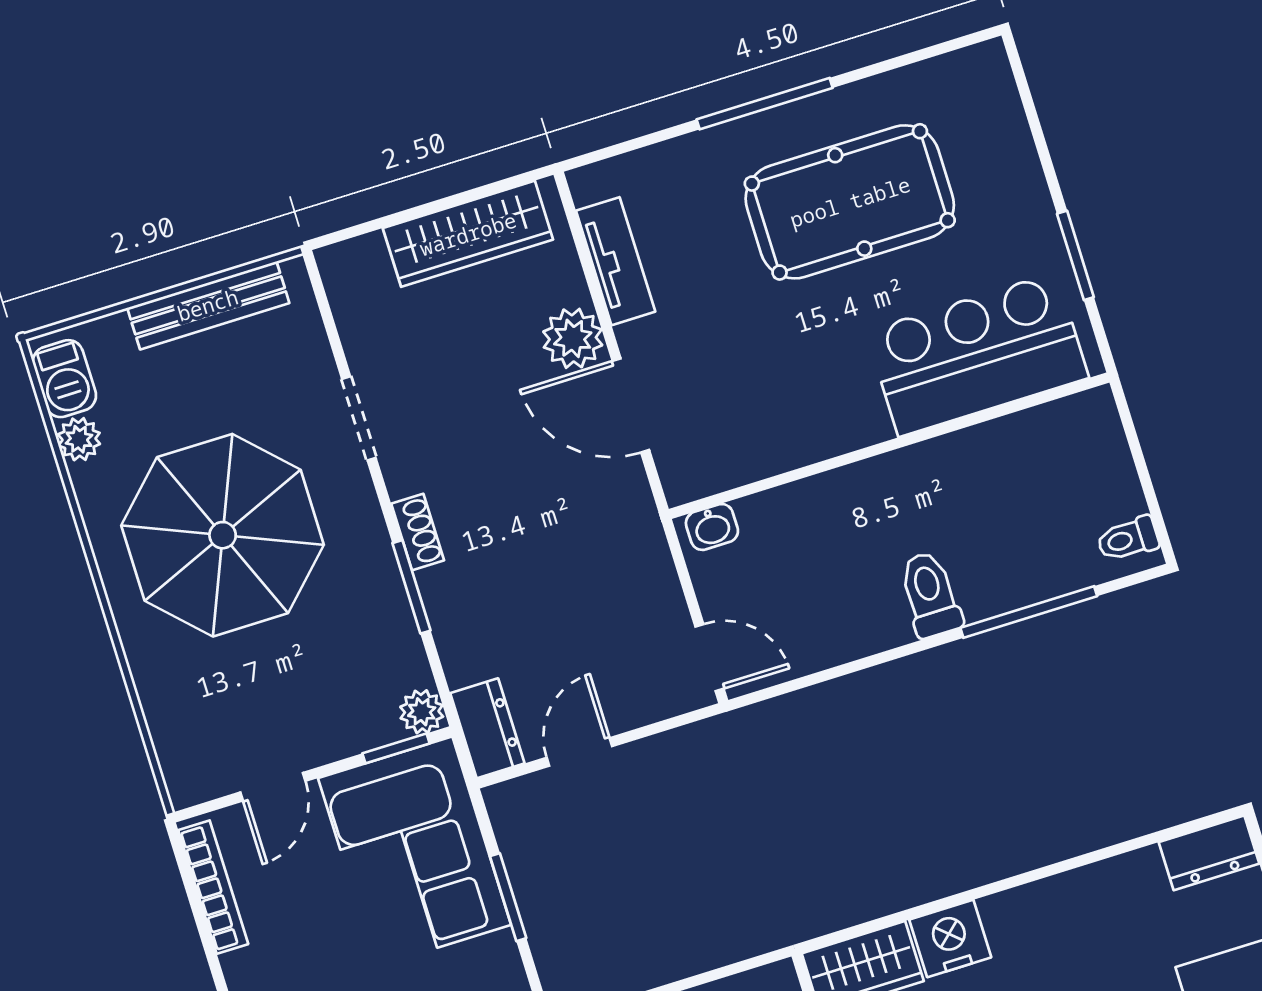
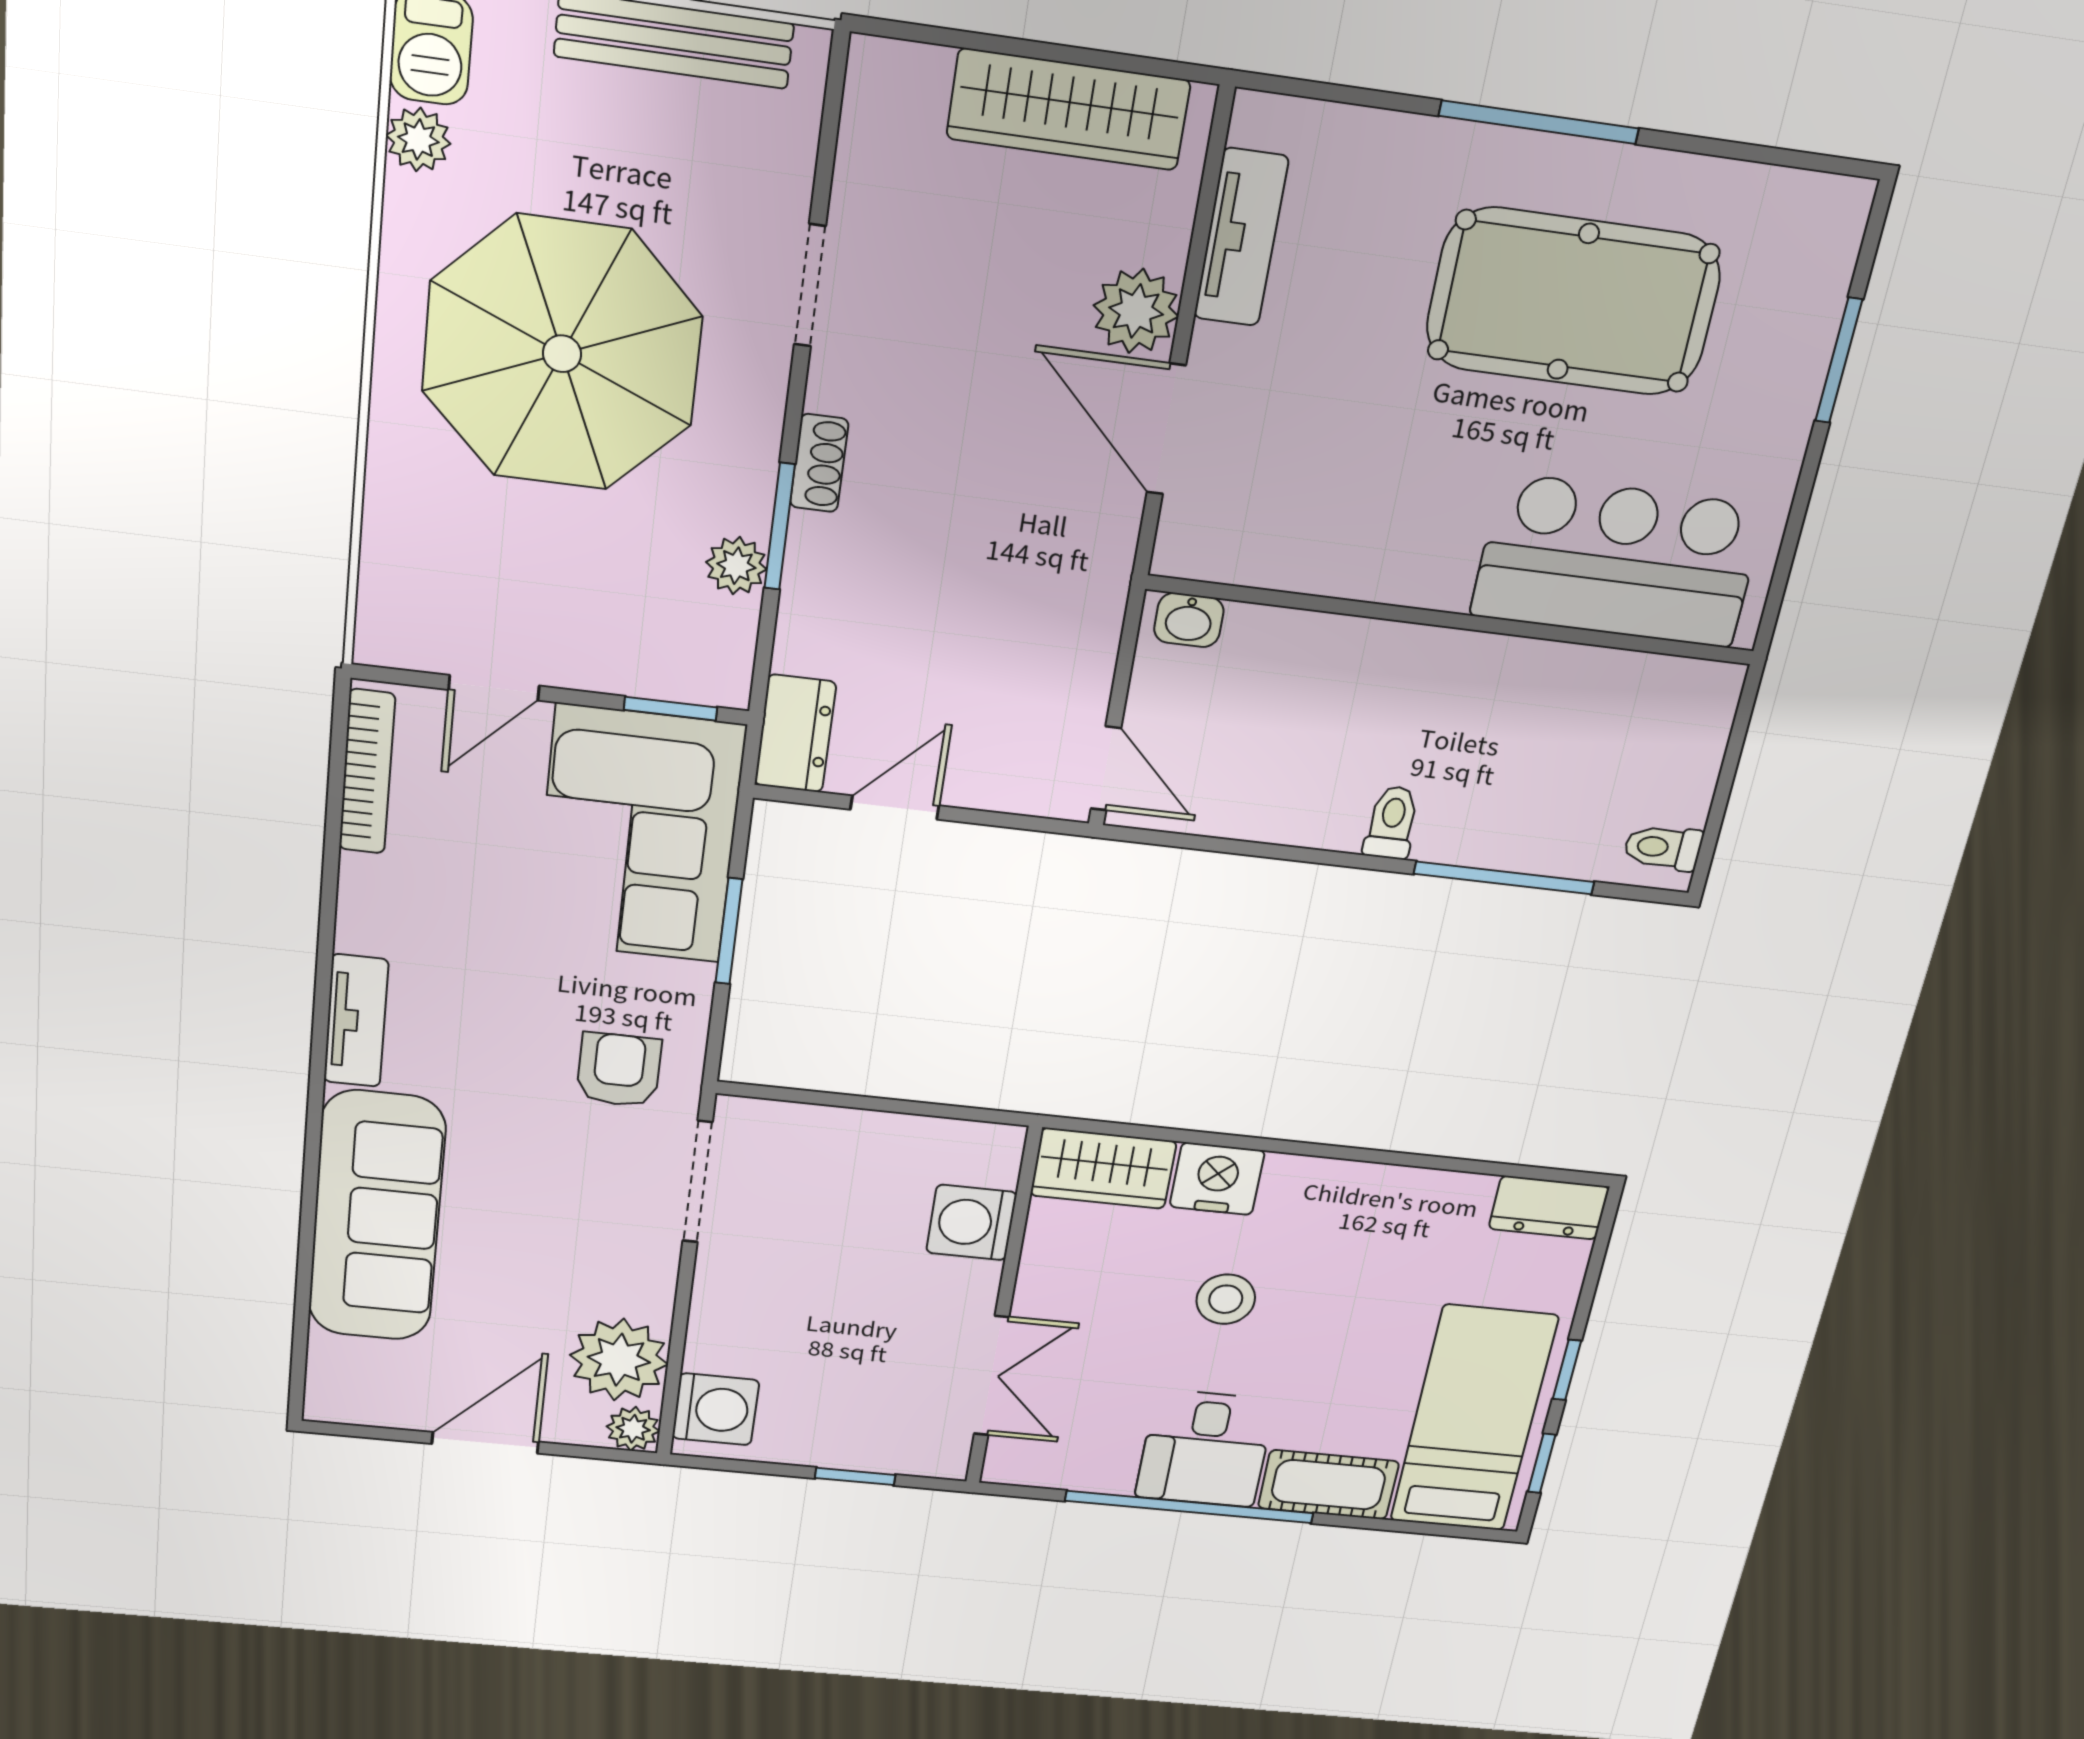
window: (1075, 255) -> (1839, 360), moved
toilet: (930, 594) -> (1392, 823), width x0.73, depth x0.72
plant: (422, 712) -> (736, 566), moved

